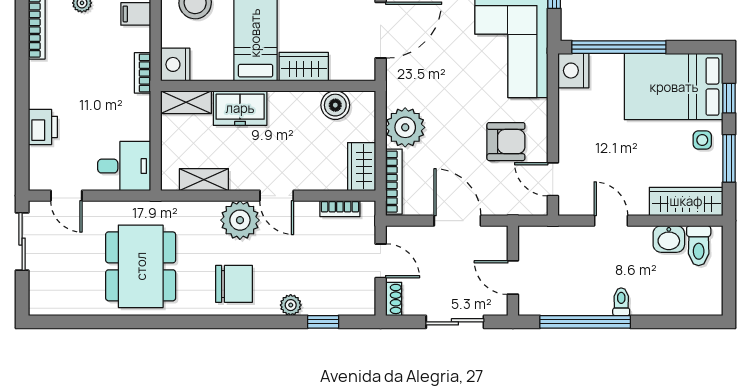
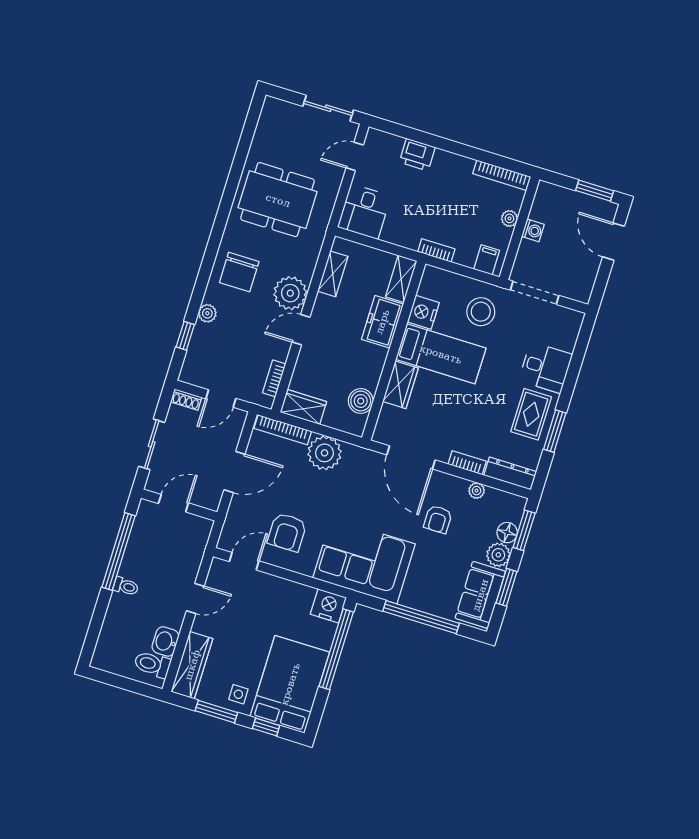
nightstand: (175, 64) -> (423, 312), moved, turned -90

